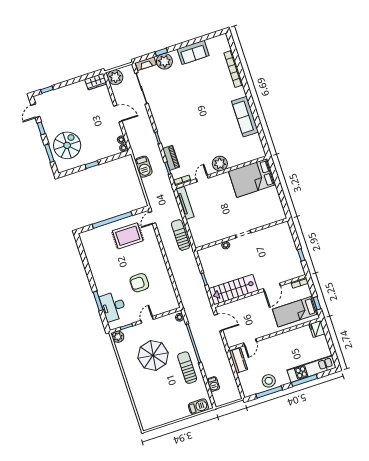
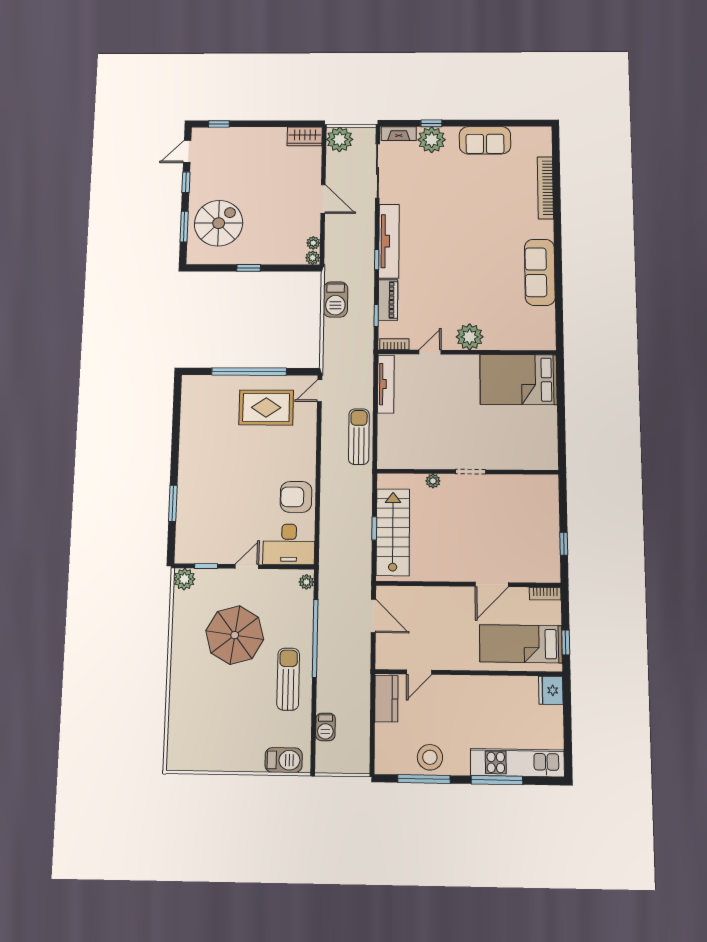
tv unit: (161, 126) -> (389, 241), added
armchair: (139, 283) -> (296, 497), moved
stairs: (233, 289) -> (393, 532), moved, turned 90
desk: (113, 306) -> (289, 544), moved, turned -90

